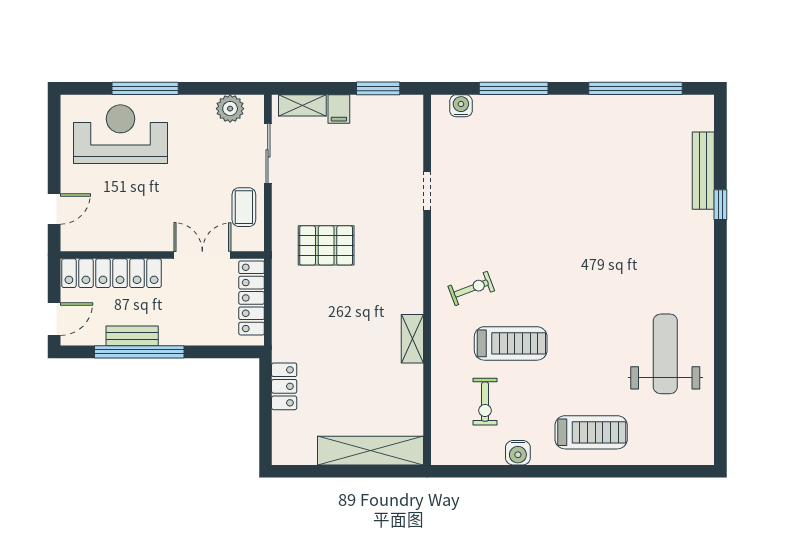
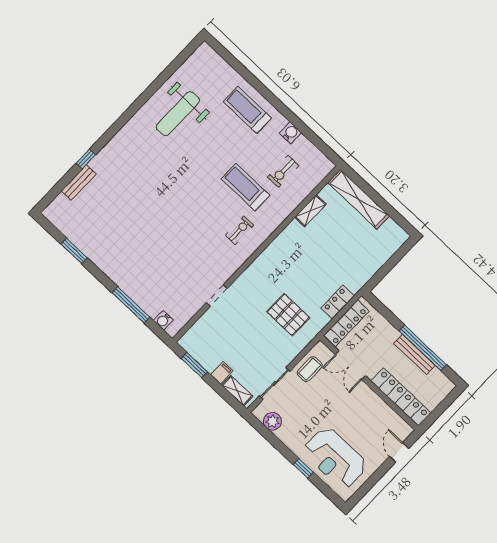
window: (145, 88) -> (303, 468), width x0.46
window: (635, 88) -> (74, 251), width x0.47
bench: (703, 171) -> (79, 182), width x0.73
door: (54, 209) -> (399, 452), hinge flipped
exercise bike: (471, 288) -> (239, 230), turned 111
door: (54, 319) -> (448, 401), removed
bench: (132, 336) -> (415, 354), width x1.36
shelving: (412, 339) -> (310, 211), moved
locker: (284, 386) -> (338, 302), moved
exercise bike: (485, 402) -> (283, 171), turned 180

